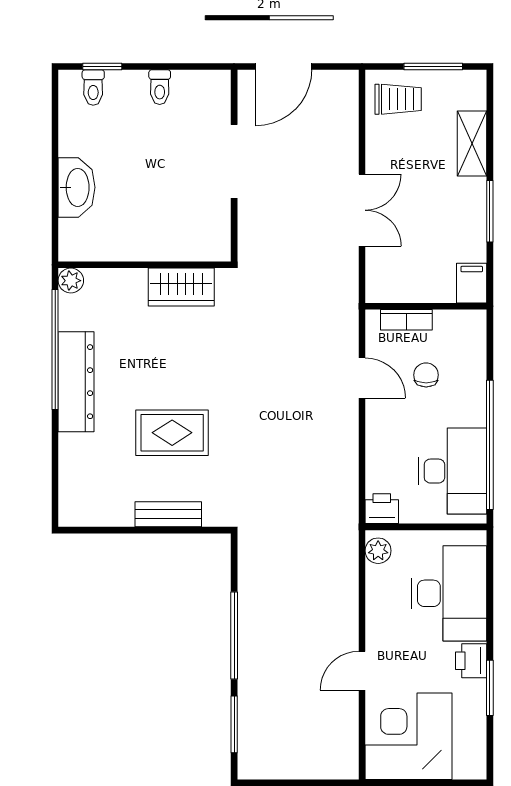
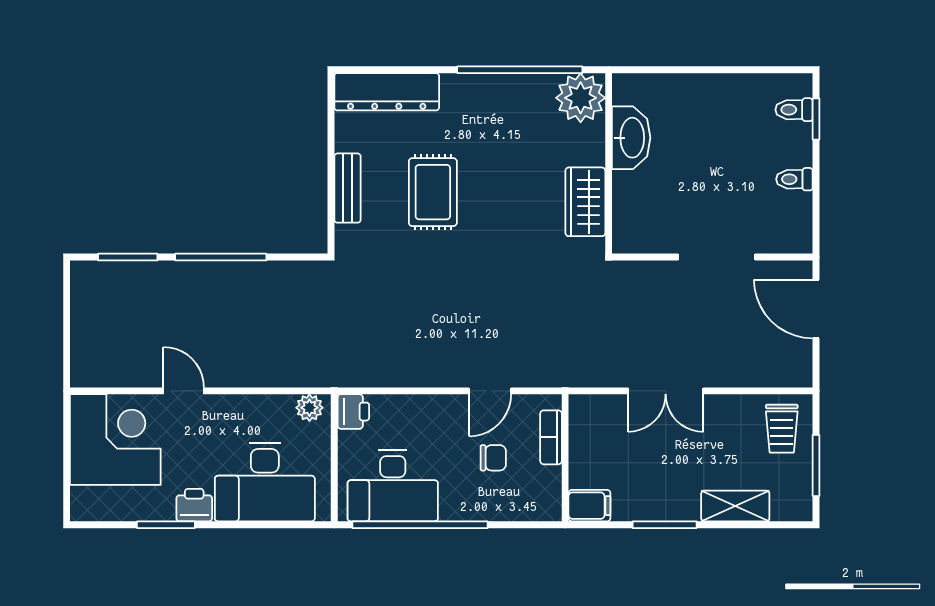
washbasin: (77, 187) -> (631, 138), moved, turned -90
plant: (71, 281) -> (581, 98), width x1.88, depth x1.88
dresser: (76, 382) -> (387, 92), moved

